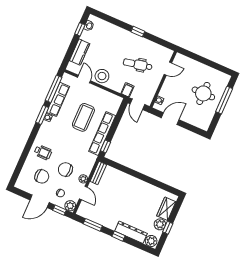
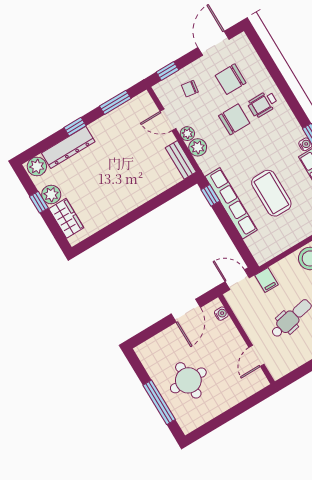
chair: (65, 169) -> (234, 119), moved
door: (40, 201) -> (213, 43), moved
plant: (70, 206) -> (198, 147), moved

